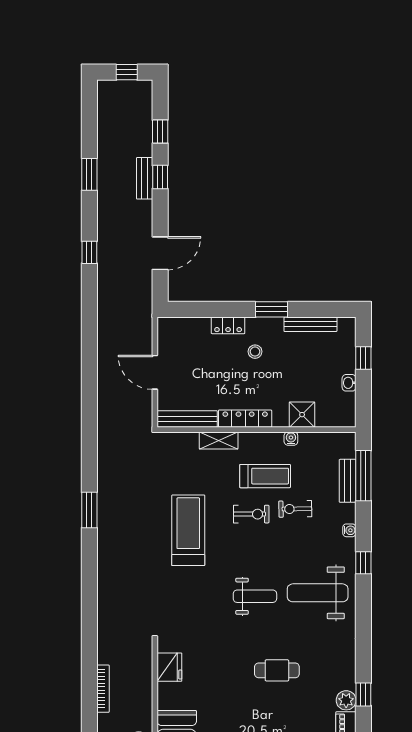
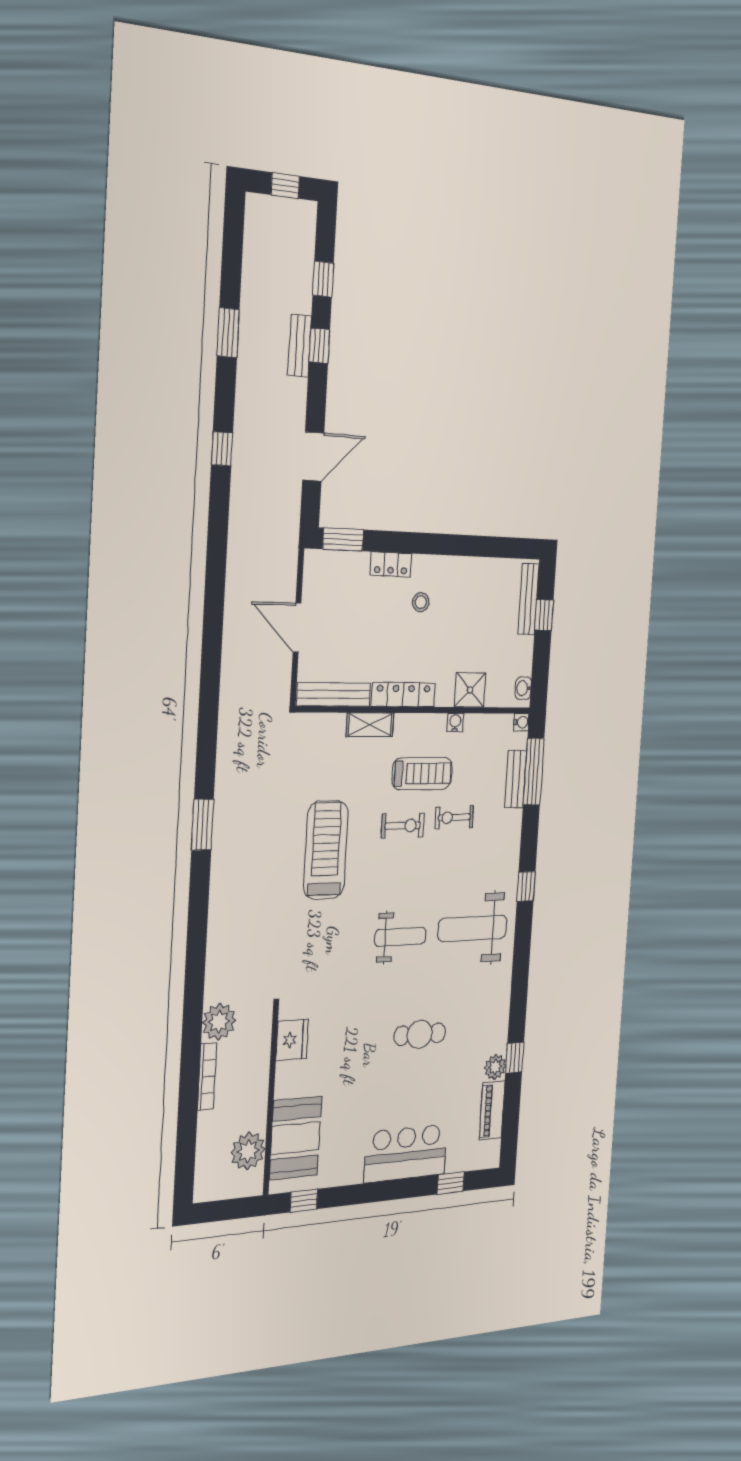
window: (271, 309) -> (343, 539), moved
bench: (310, 324) -> (529, 599), moved, turned 90
washbasin: (349, 383) -> (523, 688), moved
water cooler: (349, 530) -> (521, 722), moved
plant: (110, 650) -> (219, 1022), added

